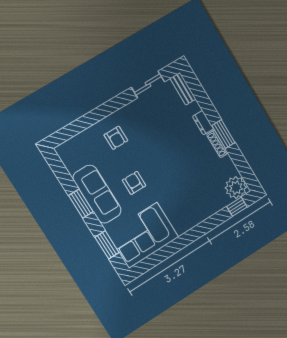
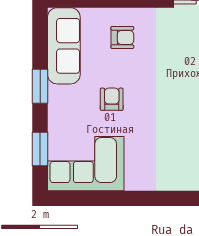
armchair: (116, 138) -> (122, 37), turned -90
sofa: (97, 194) -> (64, 46), moved

